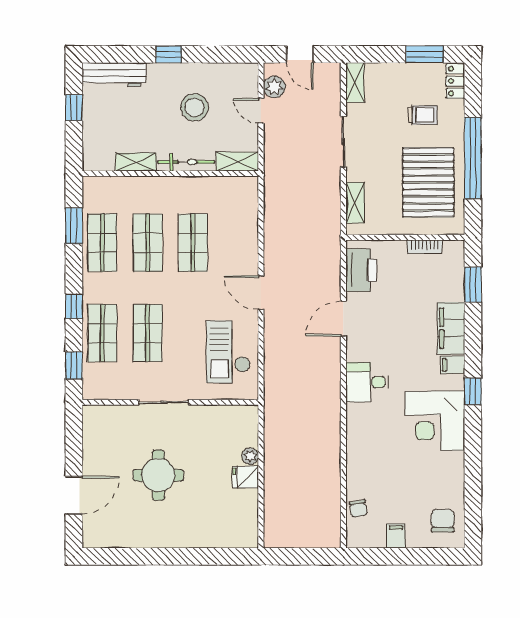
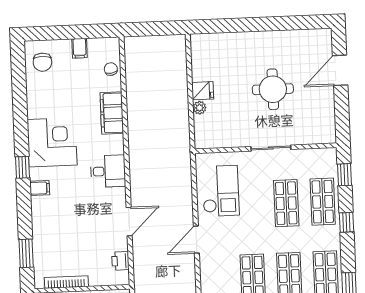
bookcase: (424, 247) -> (66, 282), width x1.56
printer: (361, 270) -> (120, 261), width x0.53, depth x0.68
door: (261, 293) -> (196, 240), swing flipped
filing cabinet: (451, 328) -> (112, 113), moved, turned 180

